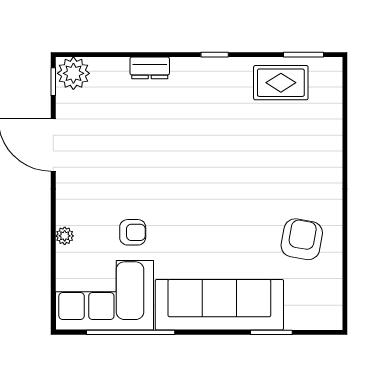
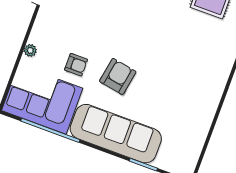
armchair: (302, 239) -> (118, 76), moved

